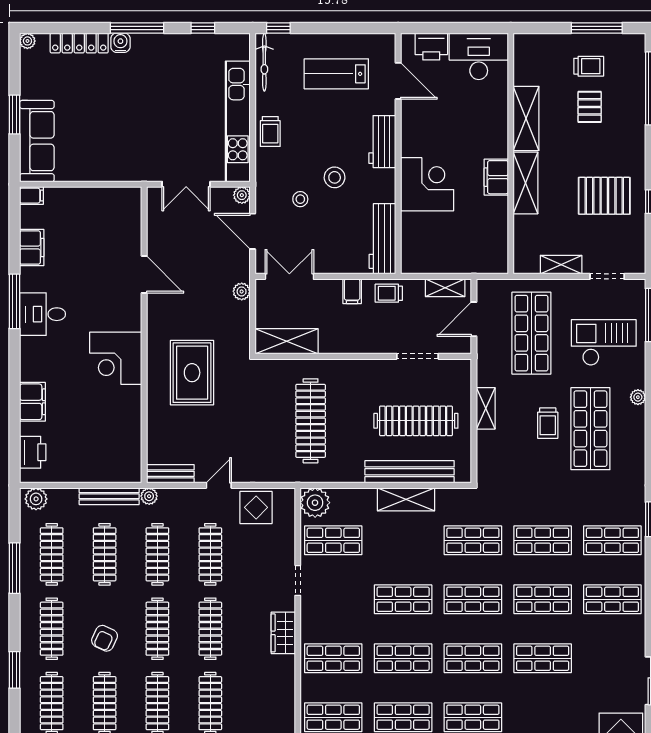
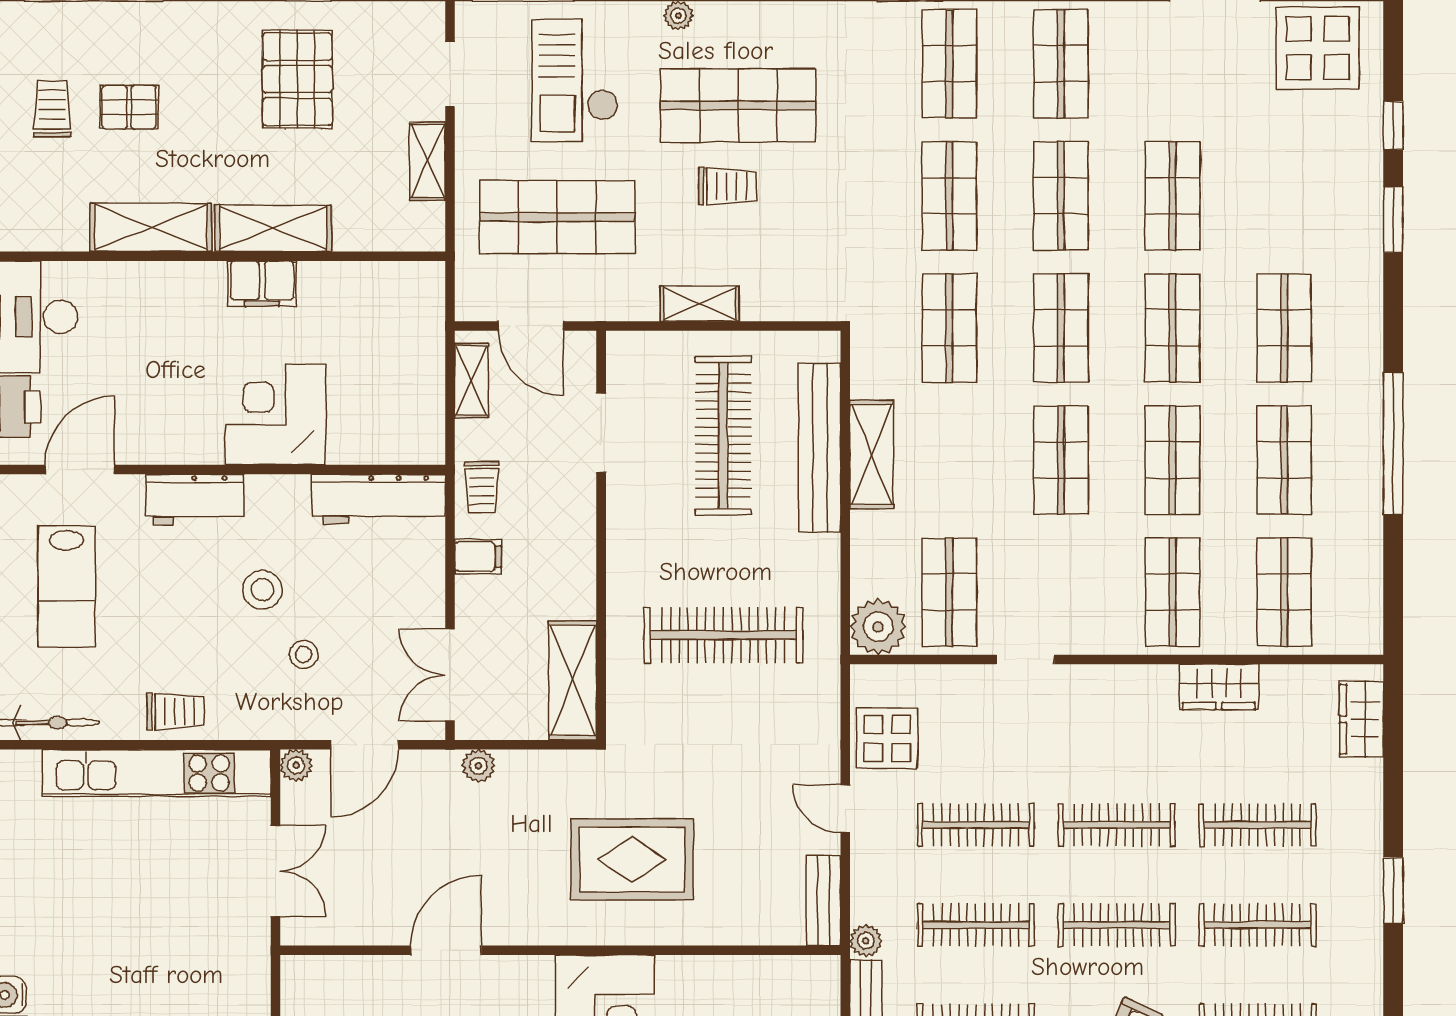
wardrobe: (283, 633) -> (1219, 687), moved

